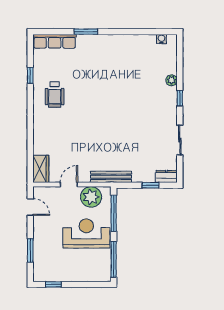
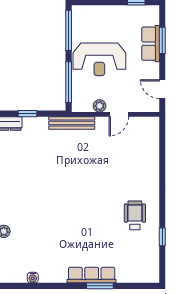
water cooler: (161, 39) -> (33, 278), moved
row of seats: (55, 41) -> (92, 275), moved
wardrobe: (41, 169) -> (150, 132), removed
plant: (91, 197) -> (100, 106), width x0.53, depth x0.53
row of seats: (41, 248) -> (151, 44), added

